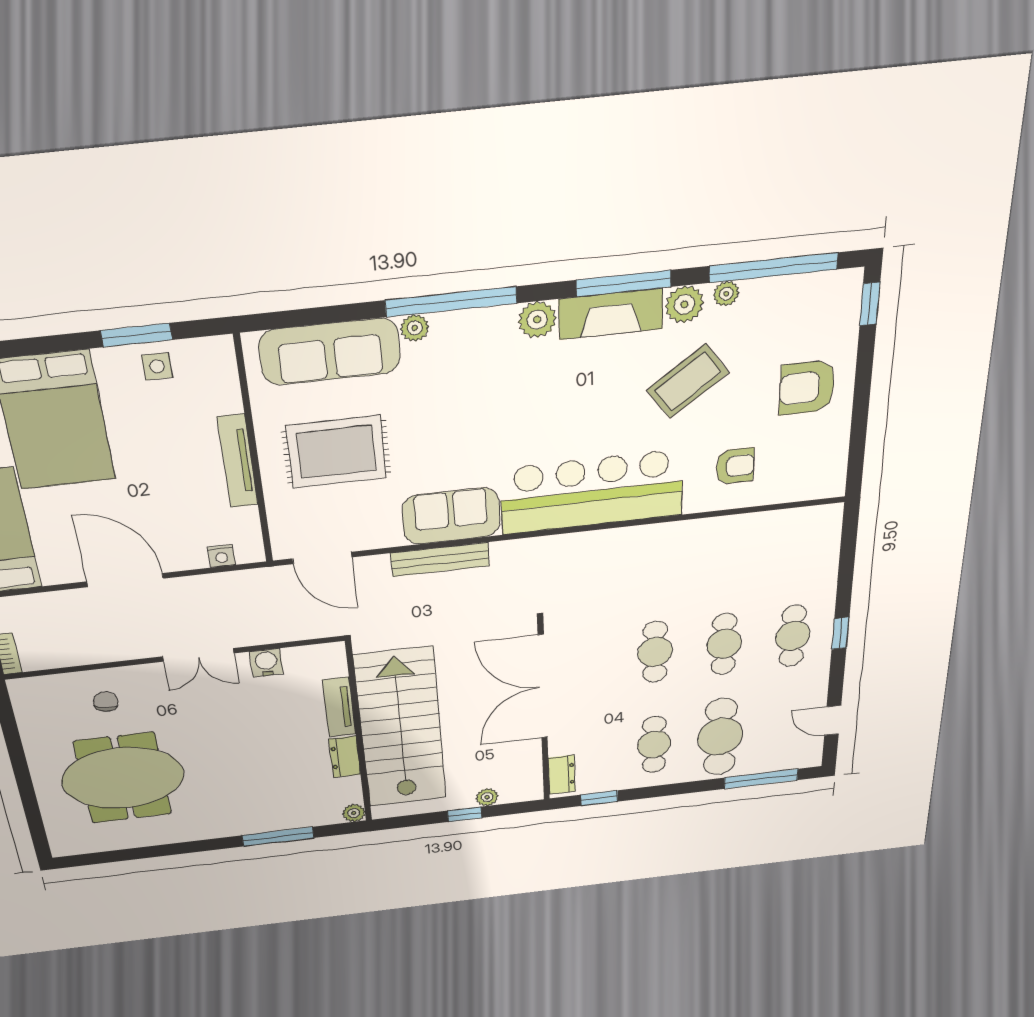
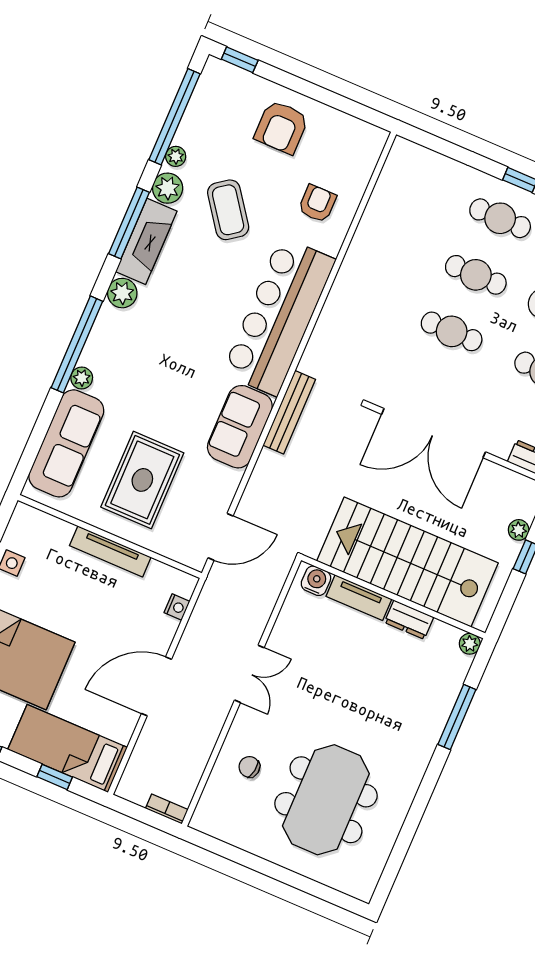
bench: (440, 560) -> (289, 412), moved
water cooler: (266, 663) -> (316, 581), moved, turned 90

